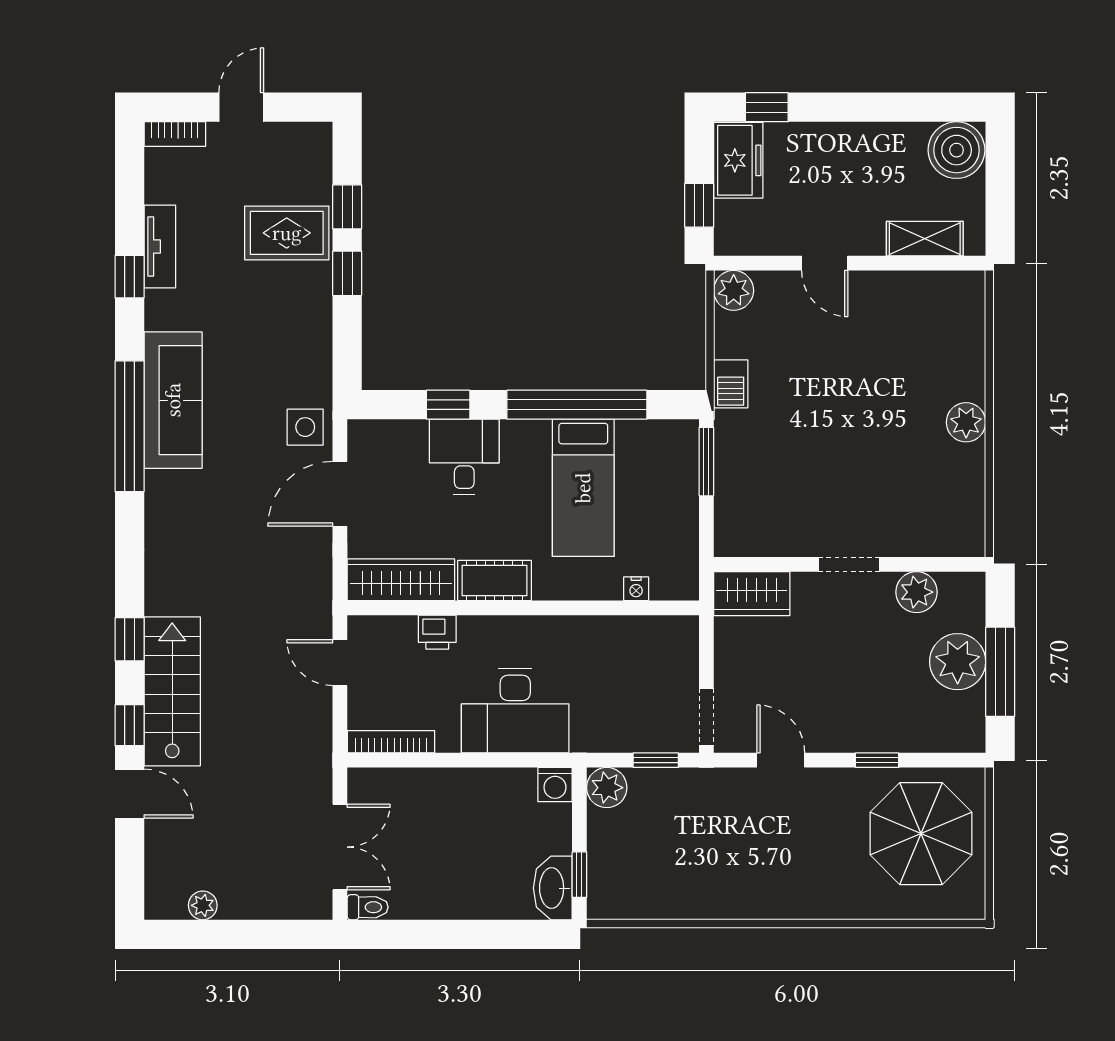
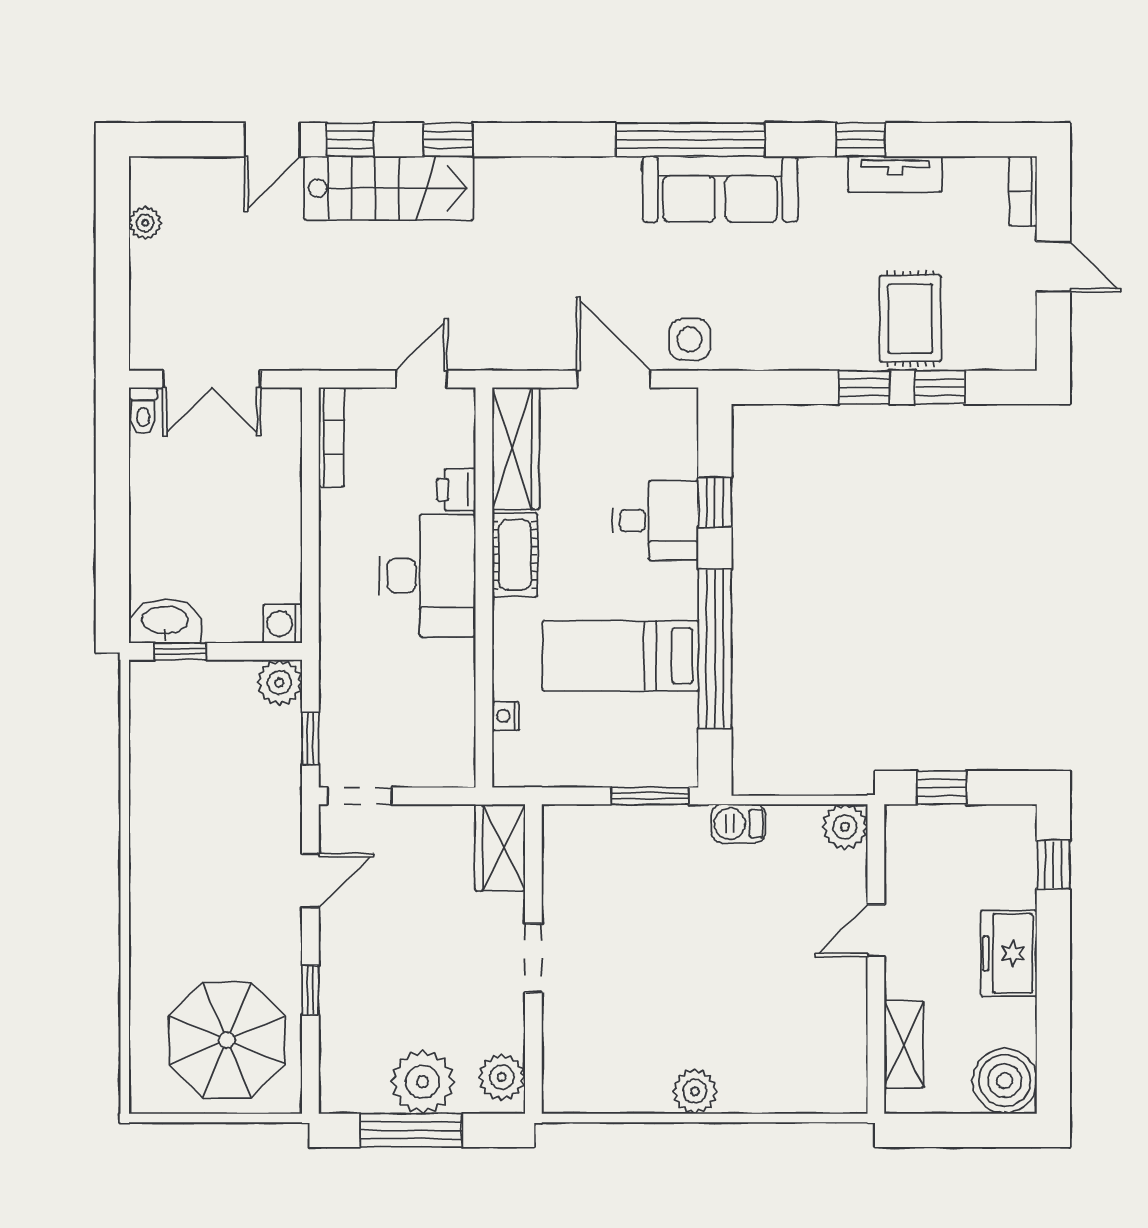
freezer: (738, 160) -> (1009, 953), moved, turned 90
plant: (917, 592) -> (502, 1077), moved
desk: (515, 711) -> (428, 576), moved, turned 180

